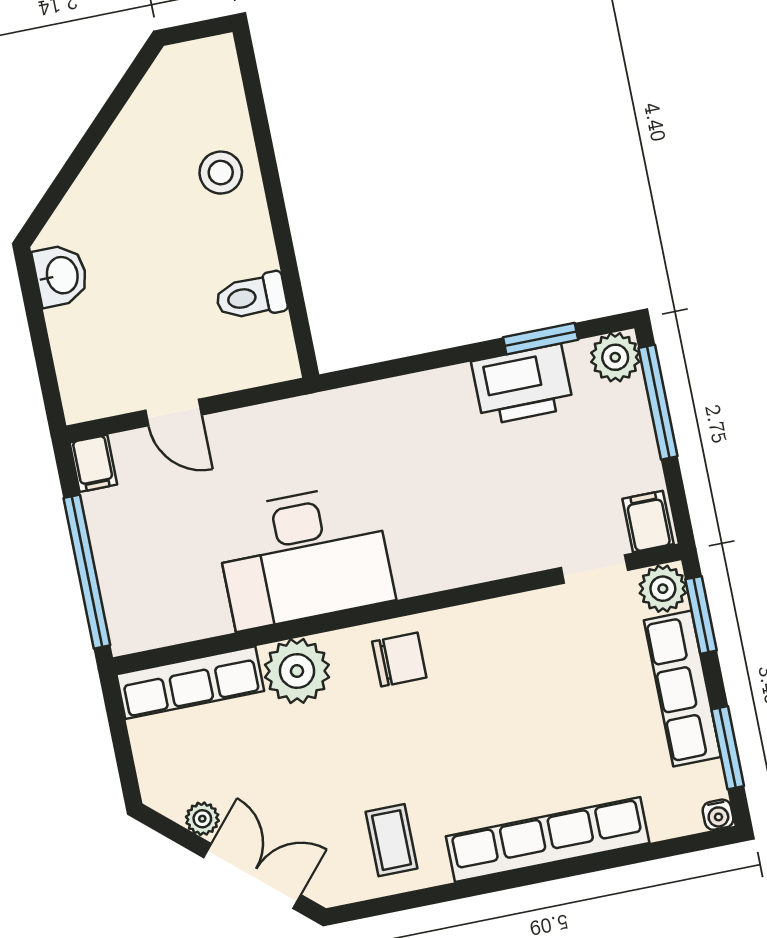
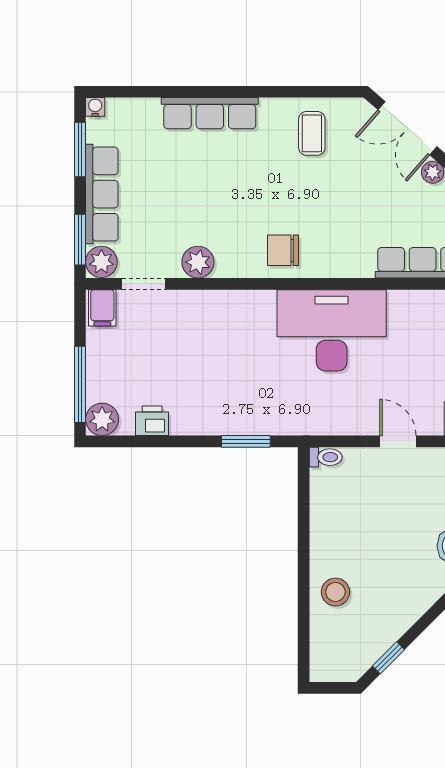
window: (123, 92) -> (389, 658), added
toilet: (251, 297) -> (326, 457), moved, width x0.73, depth x0.72
window: (541, 339) -> (246, 441), moved
printer: (522, 385) -> (152, 421), width x0.53, depth x0.68
plant: (297, 671) -> (198, 262), moved, width x0.73, depth x0.73
row of seats: (548, 840) -> (210, 113), width x0.73

